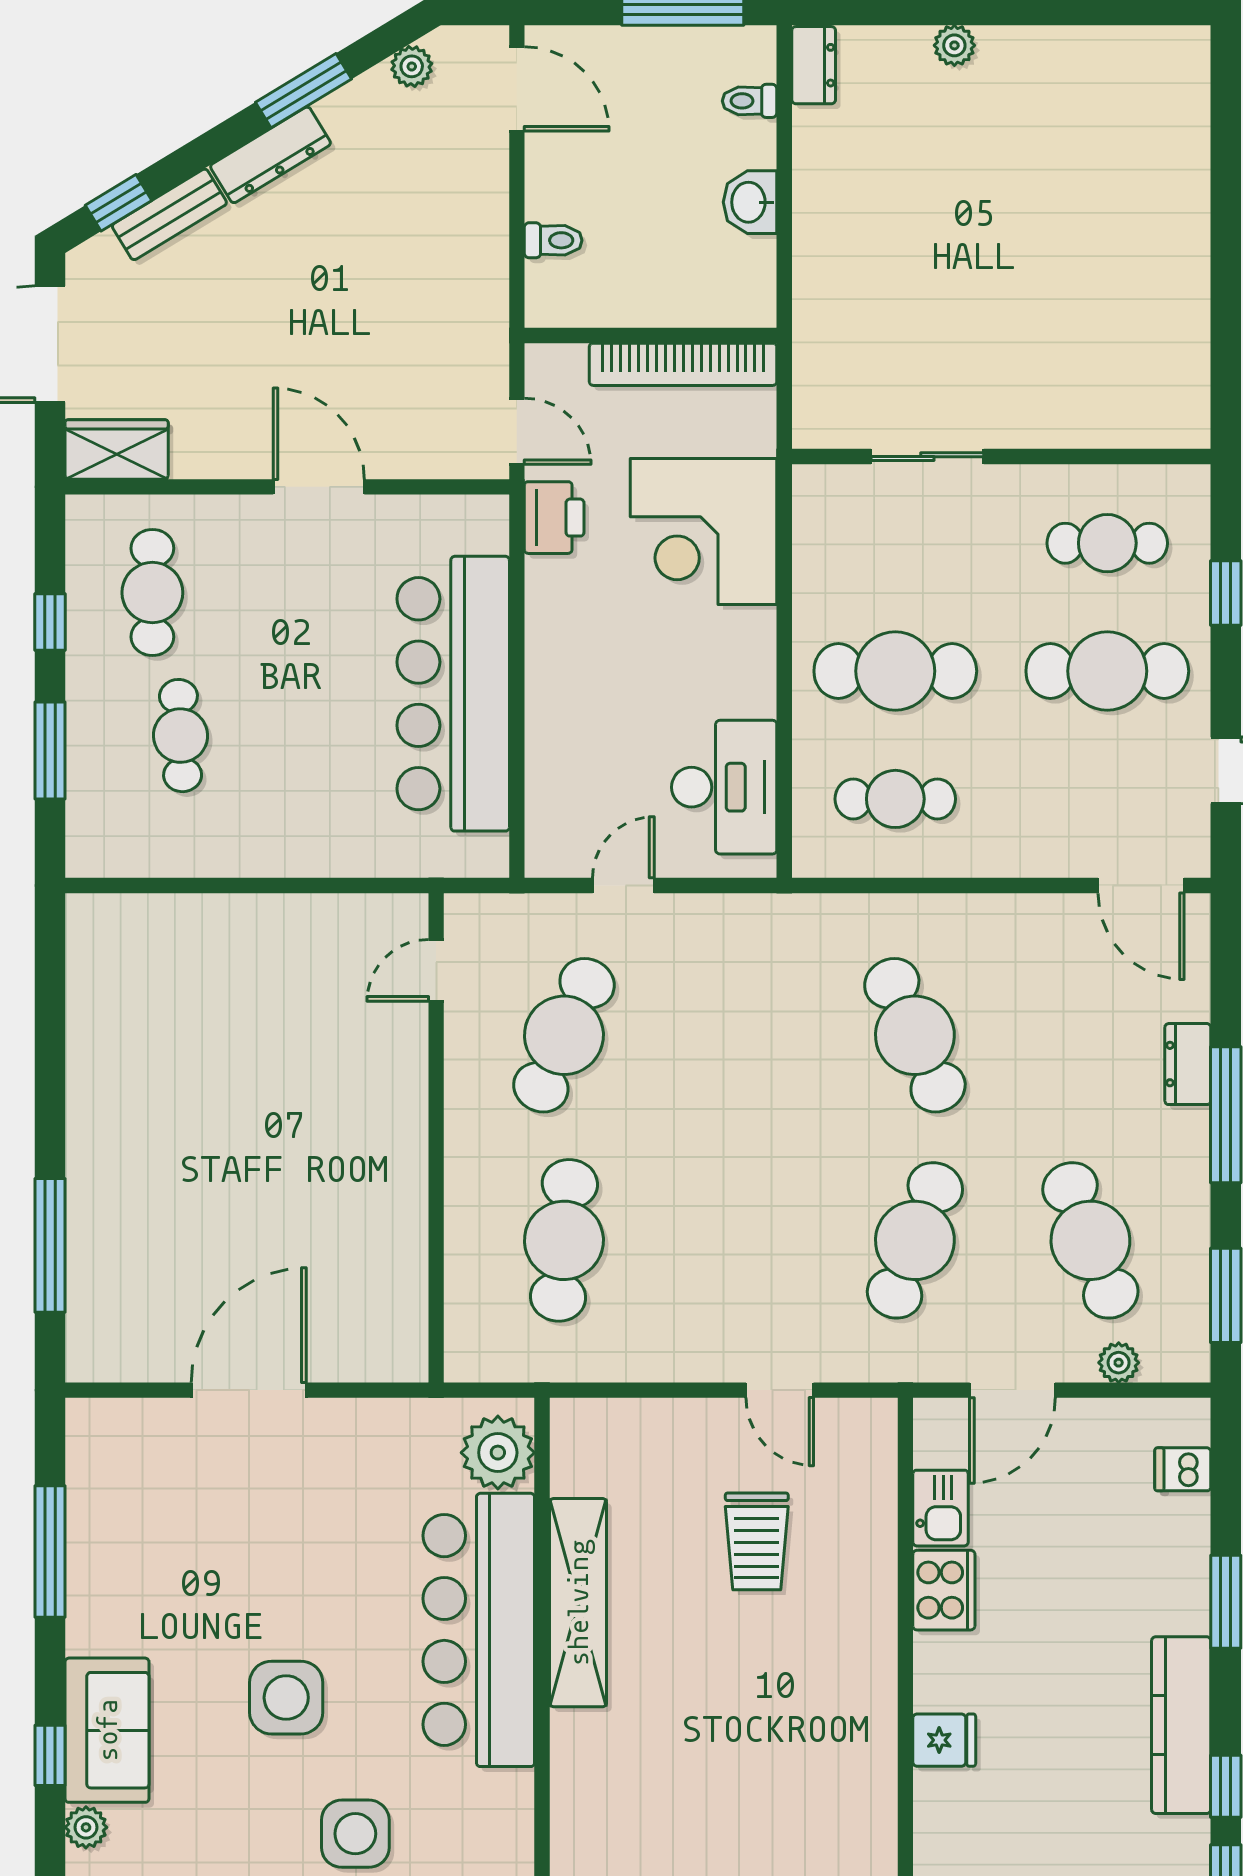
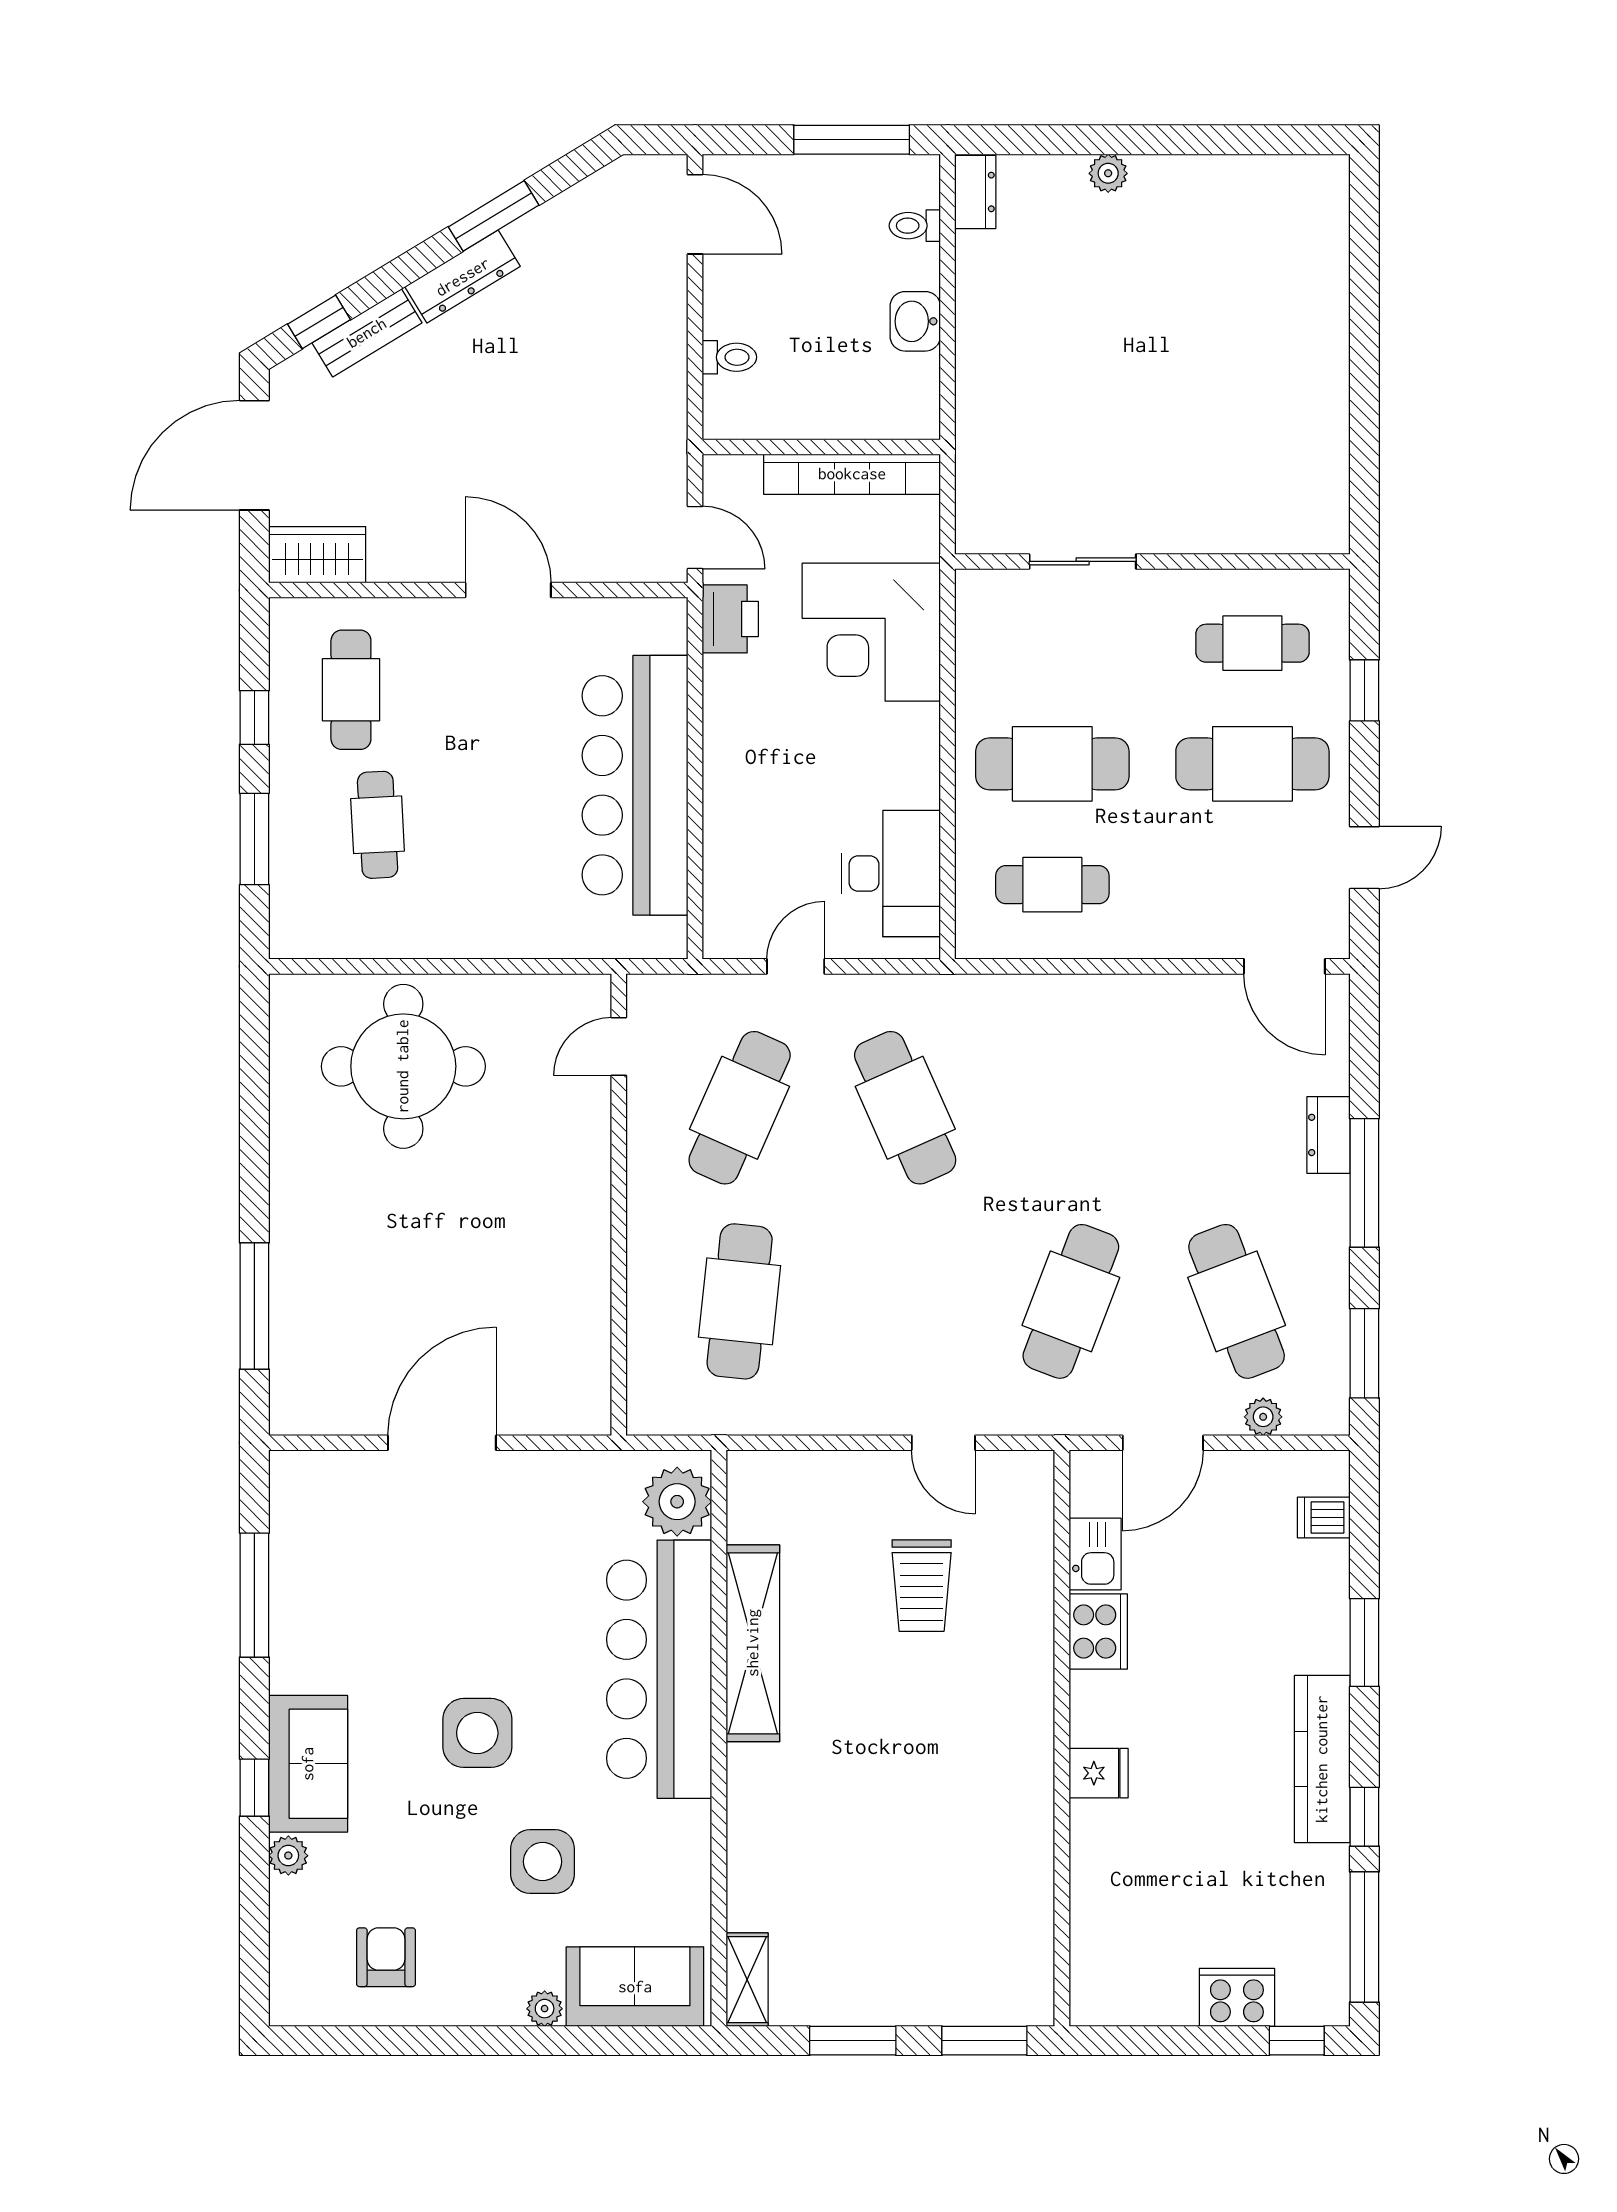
plant: (412, 66) -> (596, 193), removed
round table: (208, 991) -> (403, 1066), added
cafe table: (915, 1035) -> (905, 1108), moved

